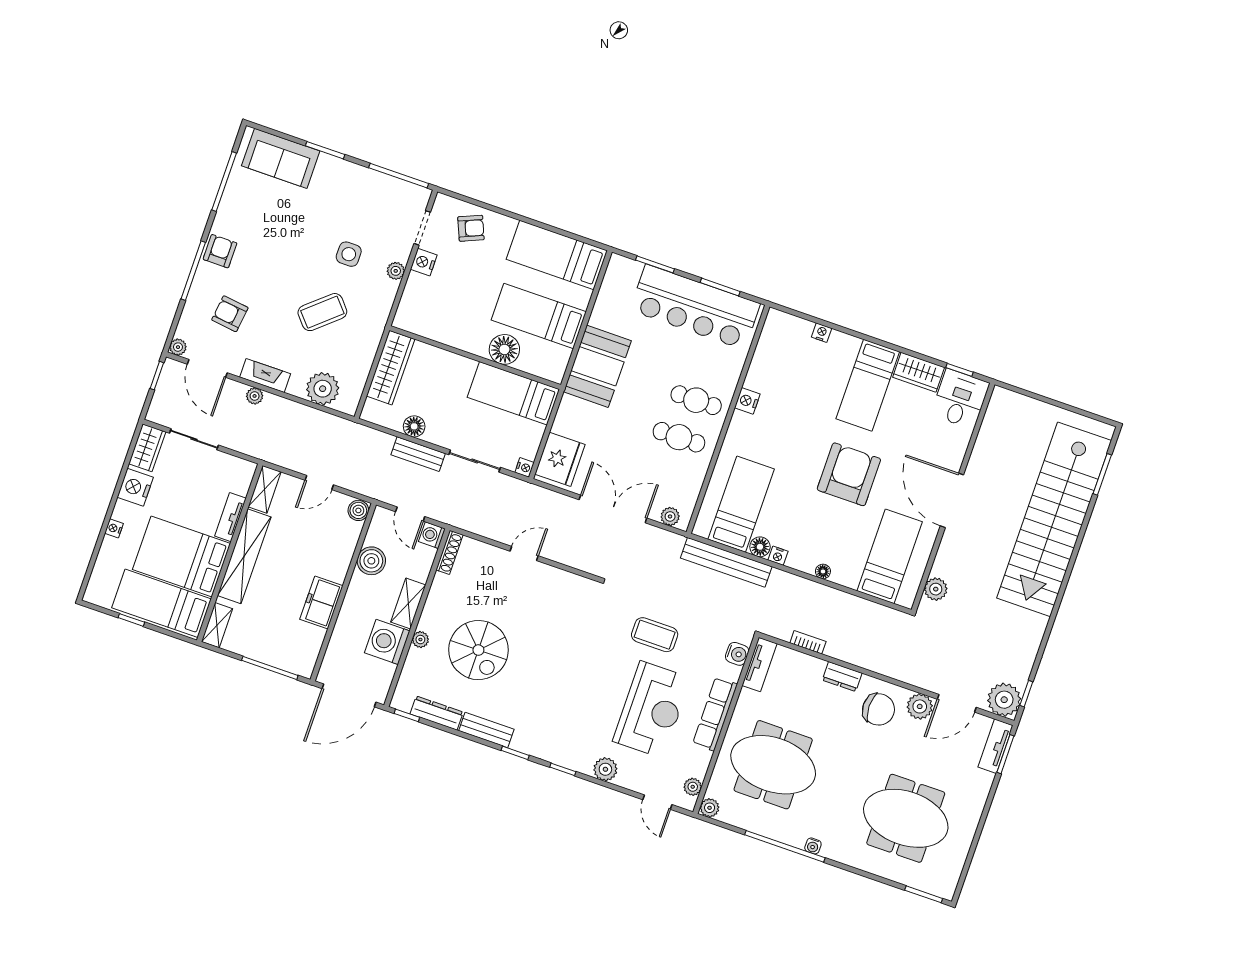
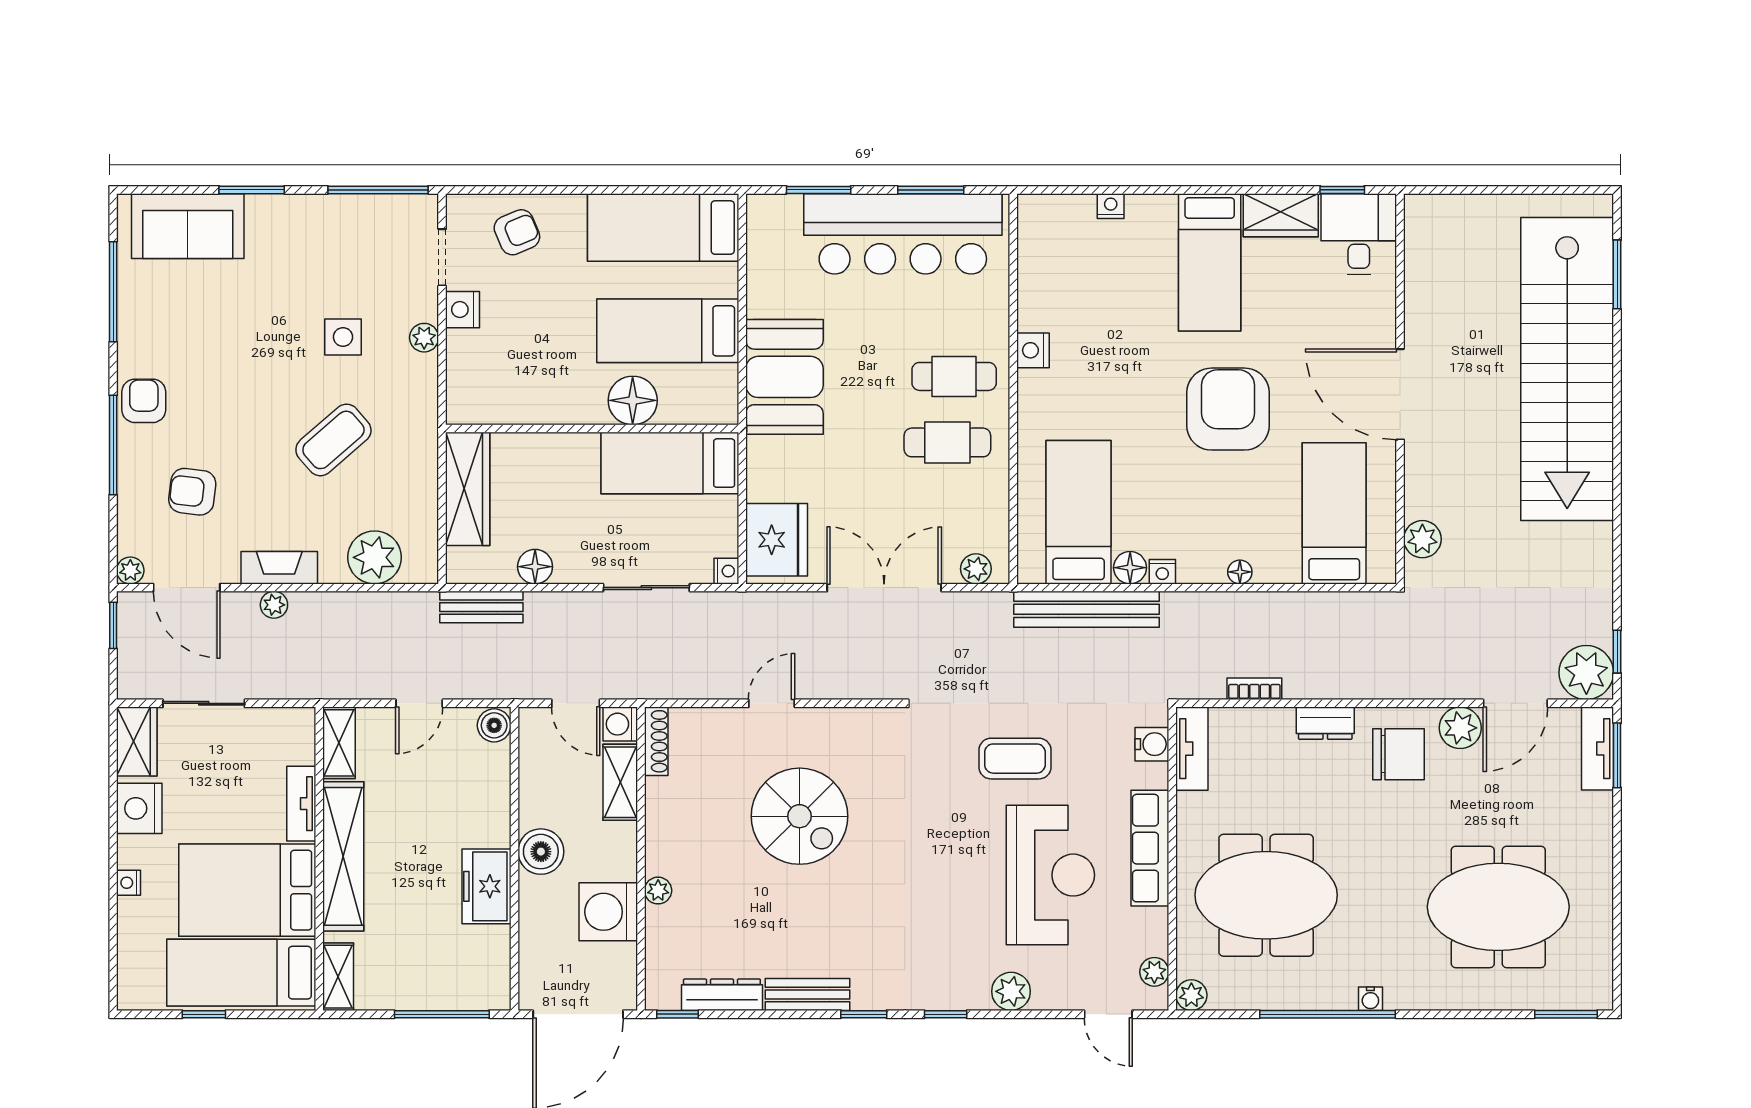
bench: (418, 454) -> (481, 607), moved
boiler: (371, 561) -> (541, 852), moved
shelving: (408, 603) -> (620, 782), moved
spiral stairs: (478, 650) -> (800, 816), moved

